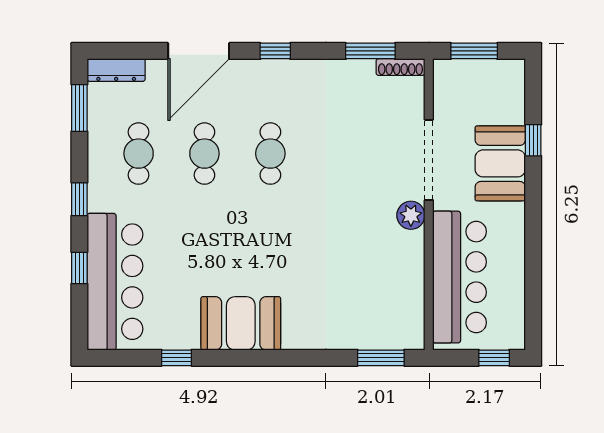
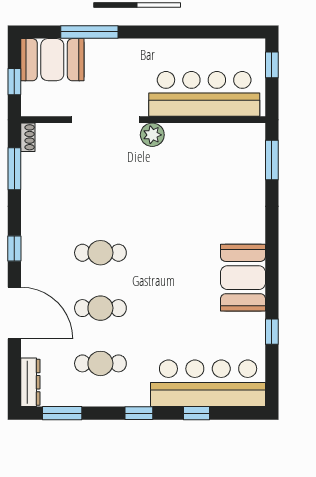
window: (474, 51) -> (14, 82), width x0.67
shoe rack: (400, 67) -> (28, 137), width x0.70
window: (533, 140) -> (89, 32), width x2.17
booth: (500, 163) -> (52, 60), moved

